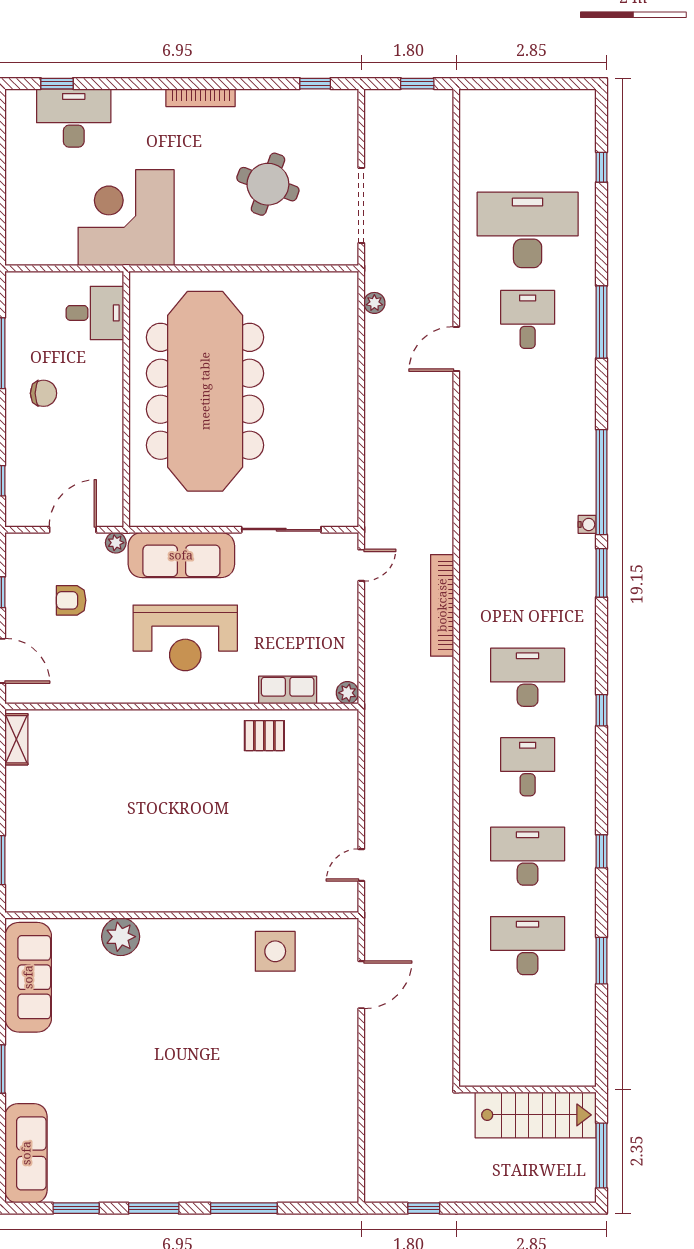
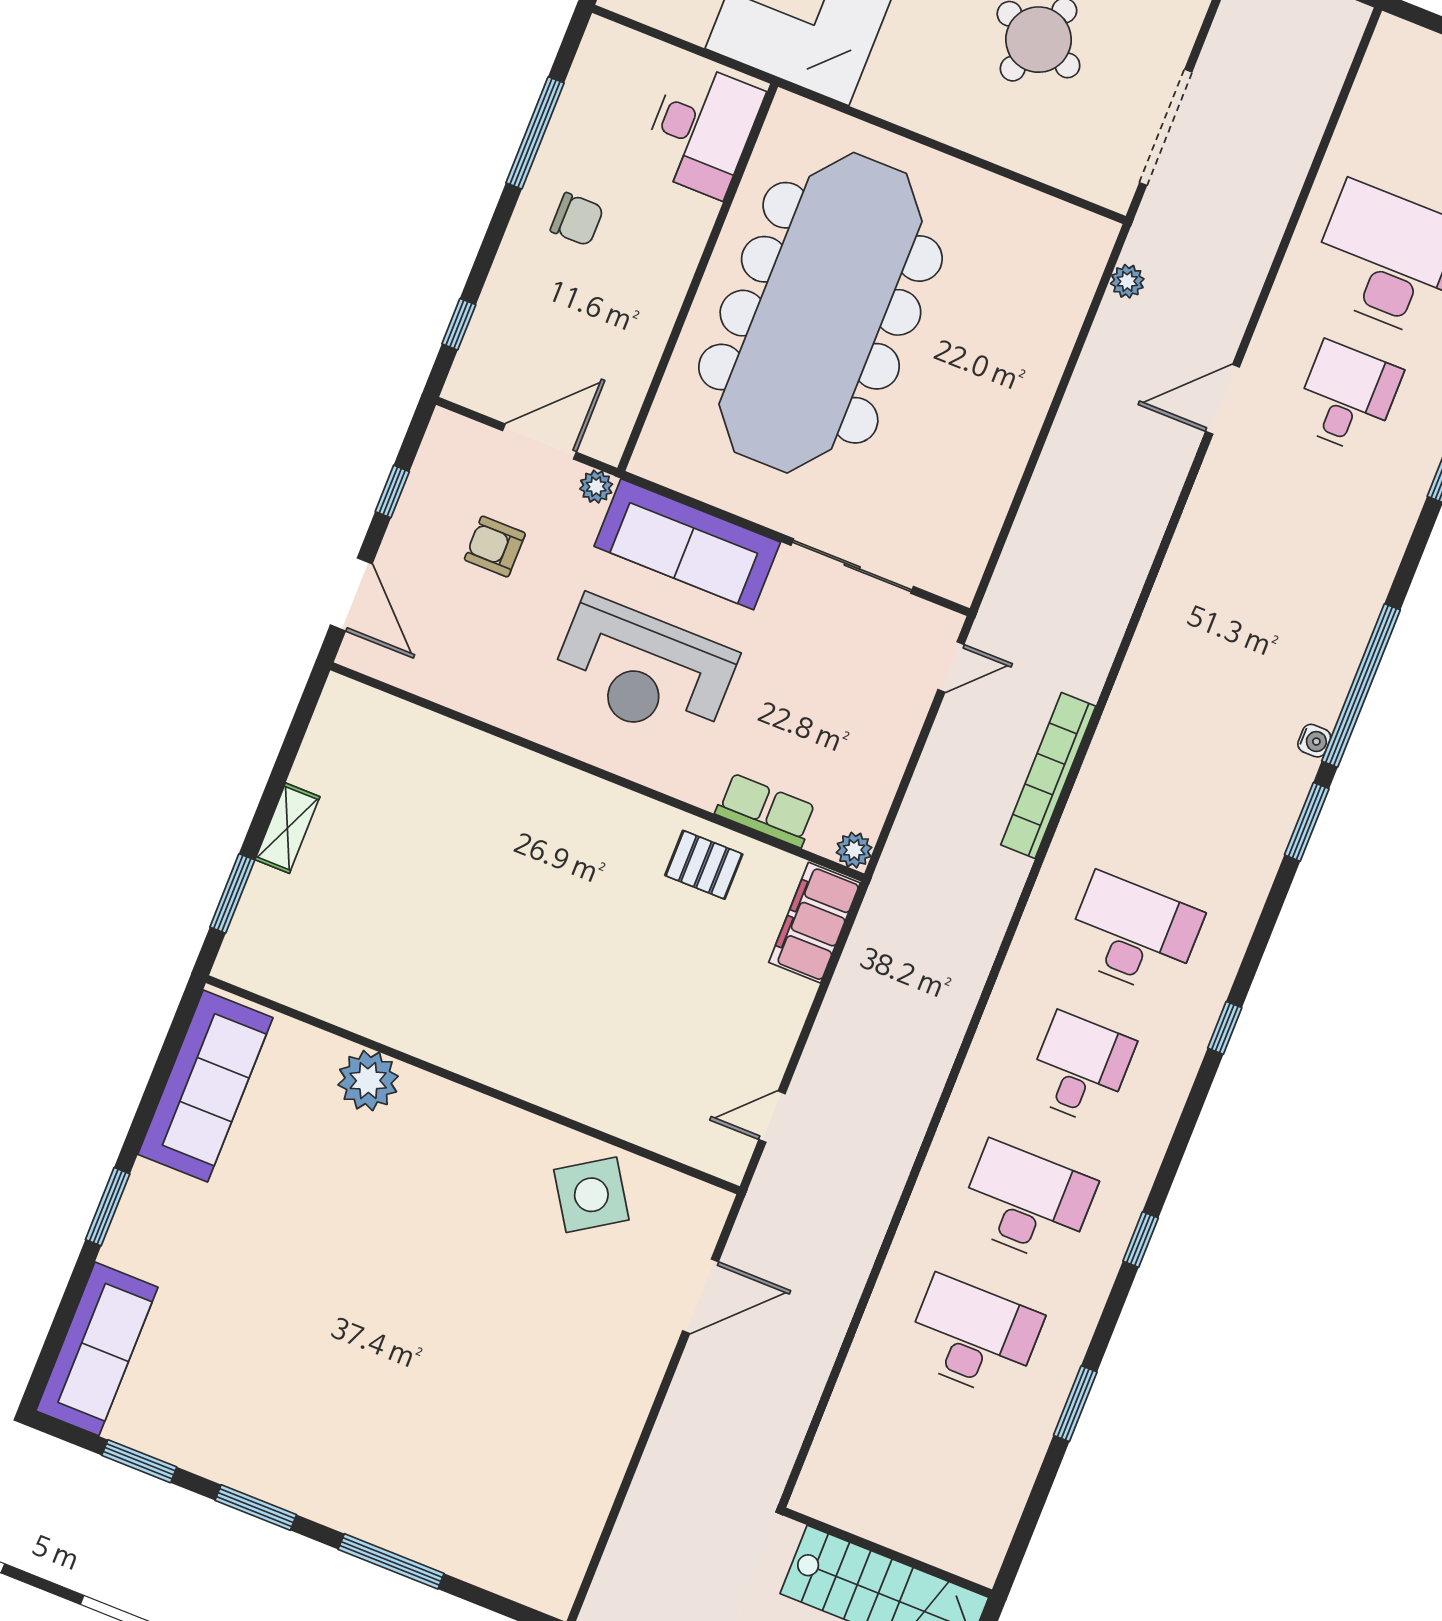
desk: (95, 313) -> (702, 129), width x1.37
shelving: (16, 739) -> (287, 828), moved
filing cabinet: (341, 744) -> (815, 923), added
side table: (275, 951) -> (591, 1195), turned -33

